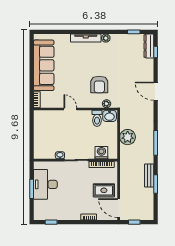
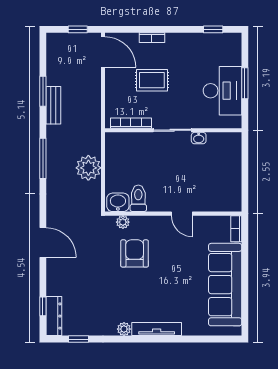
washing machine: (101, 153) -> (131, 142), removed
rug: (104, 190) -> (152, 80), moved

